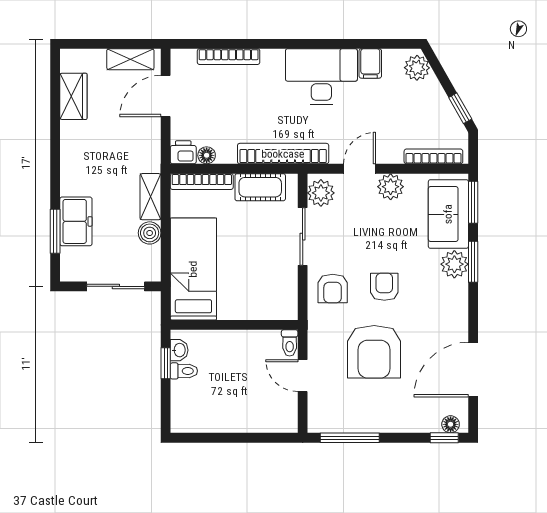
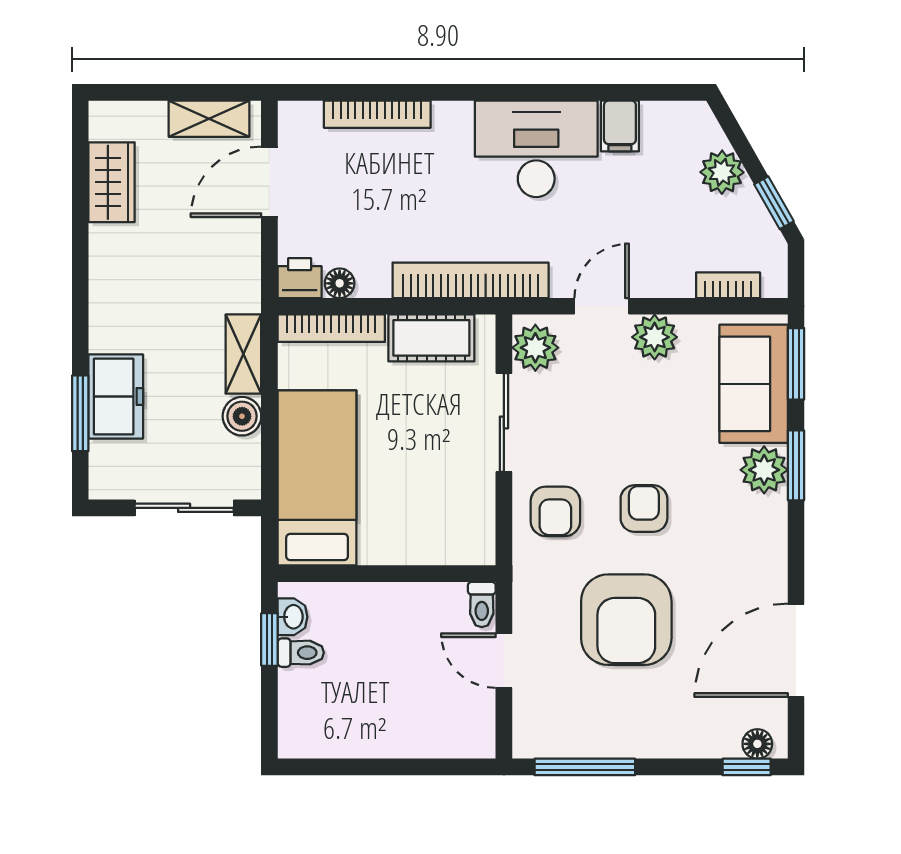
plant: (417, 68) -> (722, 172), moved
bookcase: (433, 156) -> (728, 285), width x0.64

